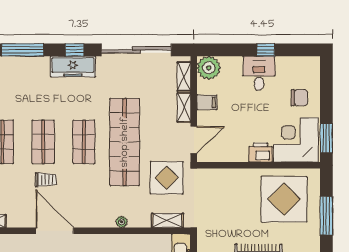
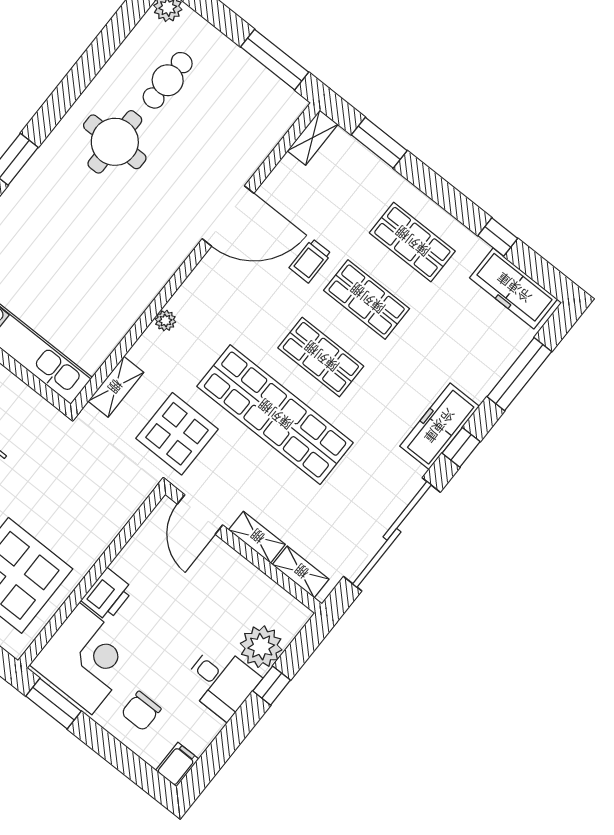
window: (266, 50) -> (272, 686), moved
plant: (209, 68) -> (261, 647), moved
filing cabinet: (207, 102) -> (177, 765), moved, turned 180

